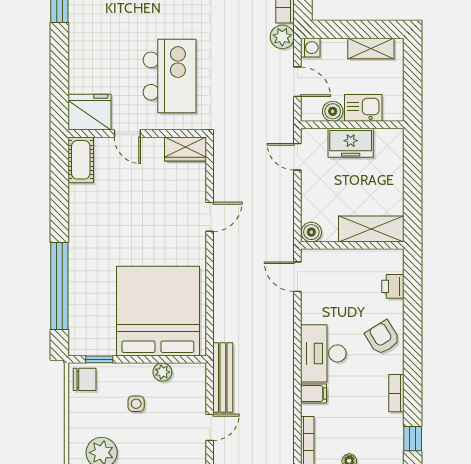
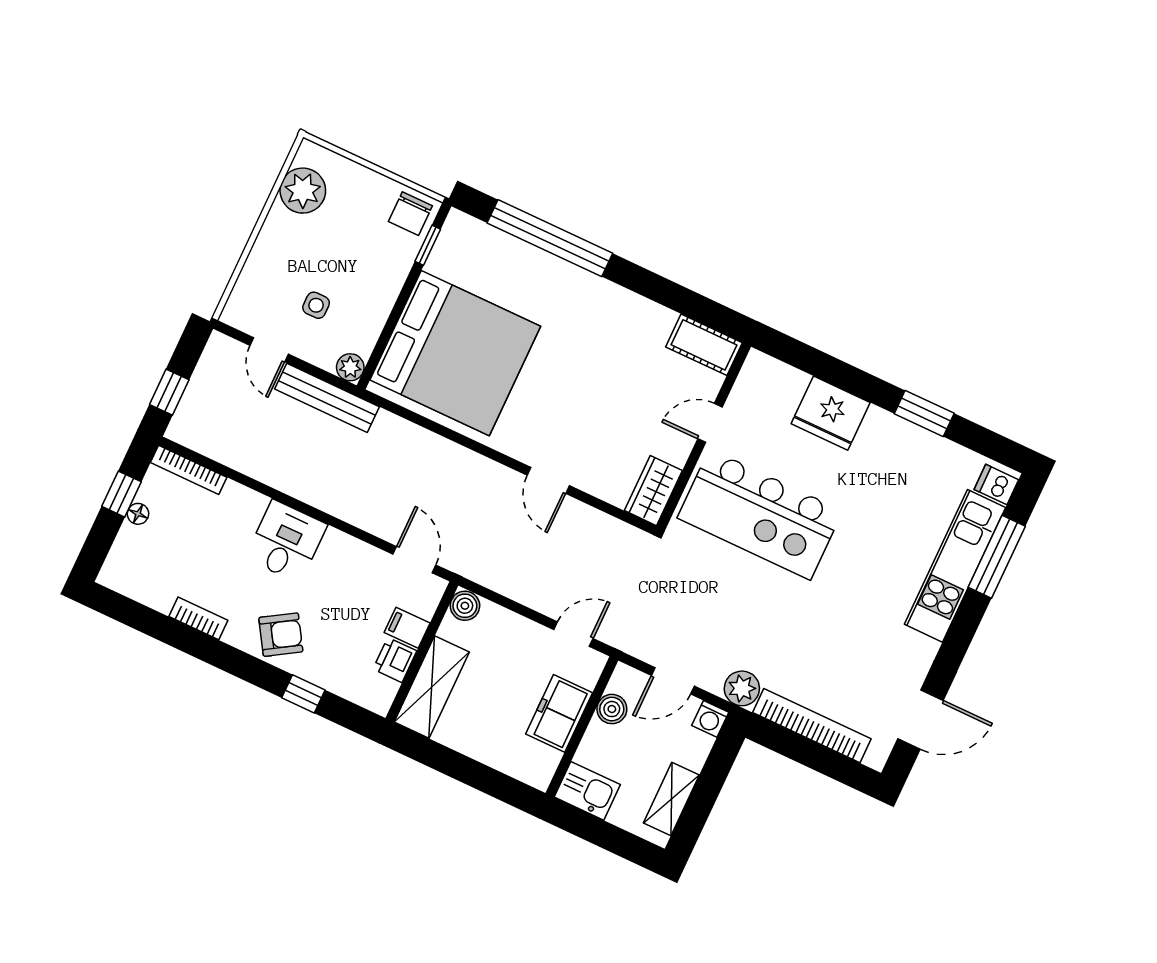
kitchen island: (170, 76) -> (760, 515), width x1.37
kitchen sink: (363, 108) -> (587, 791), moved, turned -90
fridge: (90, 112) -> (831, 413), moved, turned 90
door: (297, 277) -> (414, 560), hinge flipped
printer: (393, 286) -> (395, 660), moved, turned -90
desk: (323, 353) -> (286, 541), width x0.73
plant: (162, 372) -> (350, 367), moved
filing cabinet: (314, 394) -> (407, 628), moved, turned 90
side table: (136, 404) -> (316, 305), moved
window: (413, 439) -> (303, 694), moved

